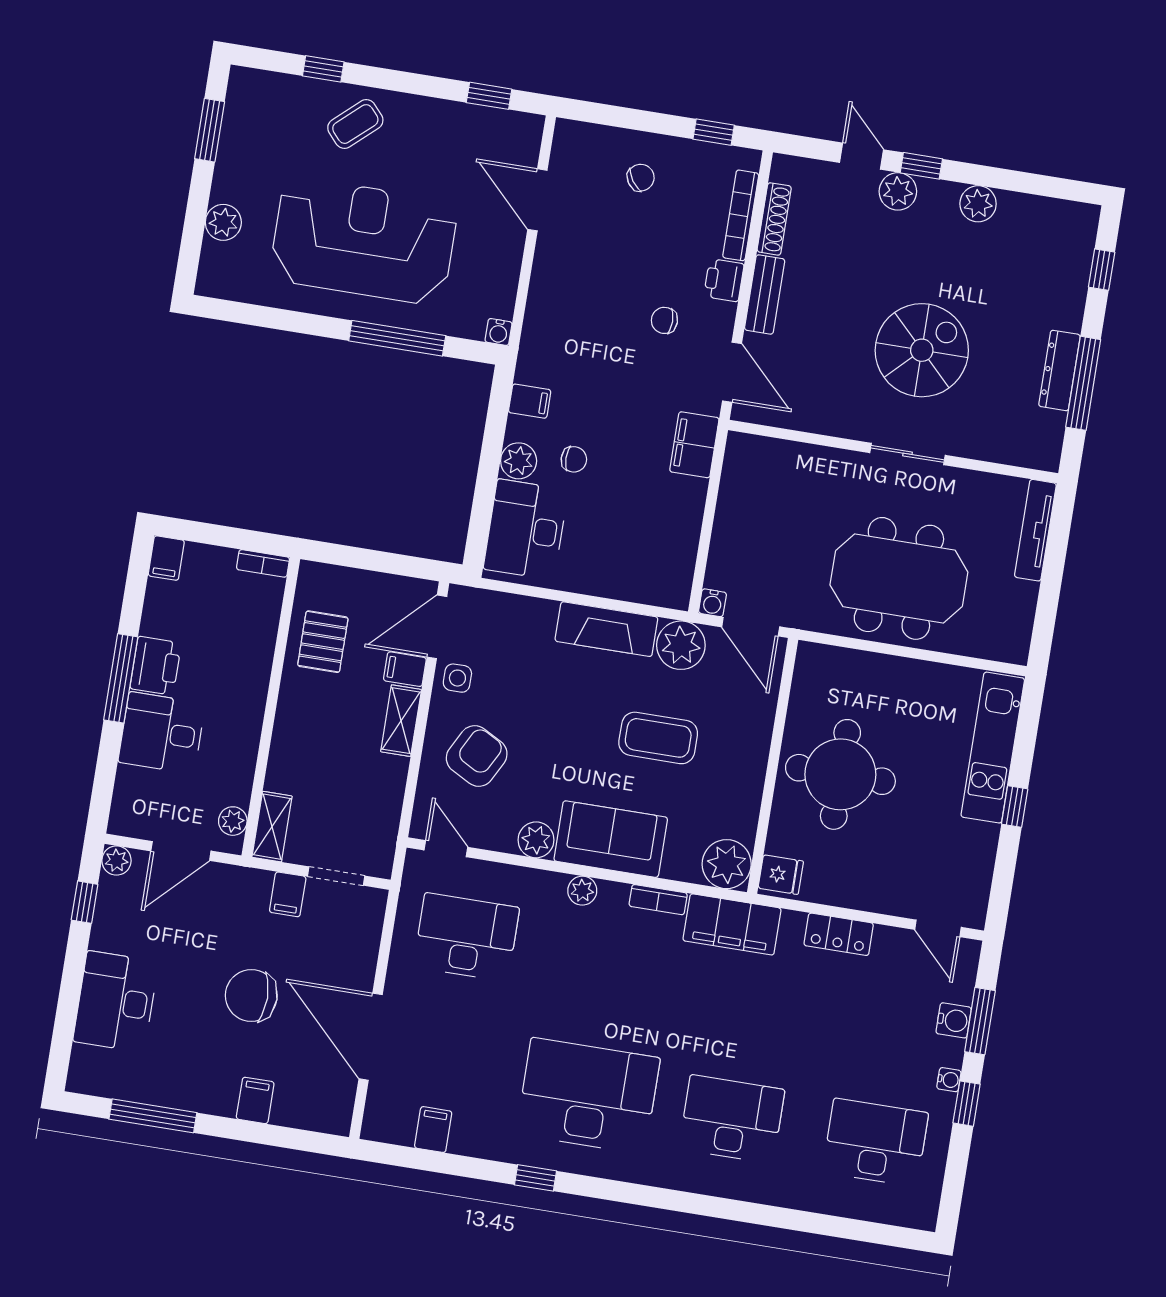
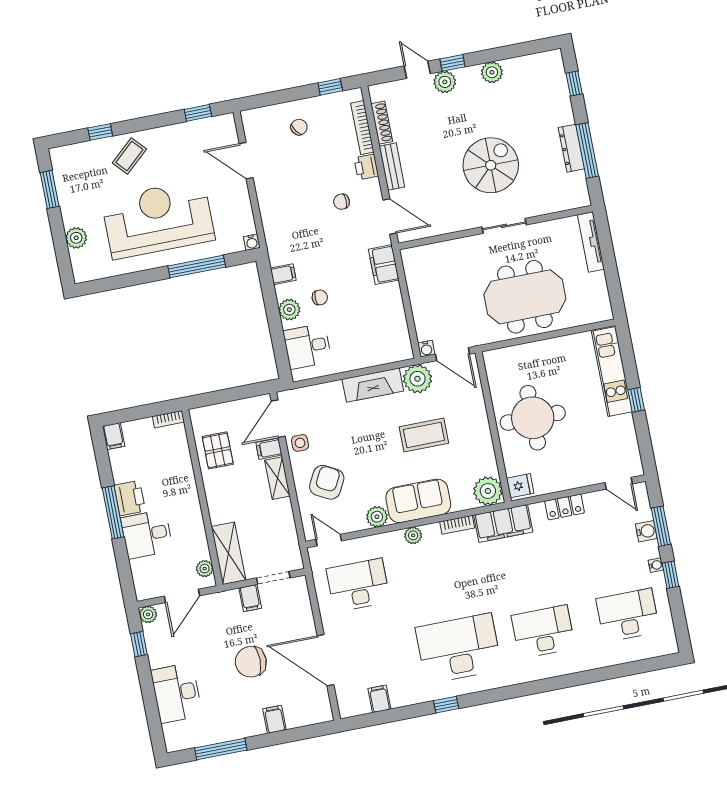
desk: (526, 529) -> (307, 346), width x0.73
shelving: (272, 827) -> (229, 553), width x1.50, depth x1.33

